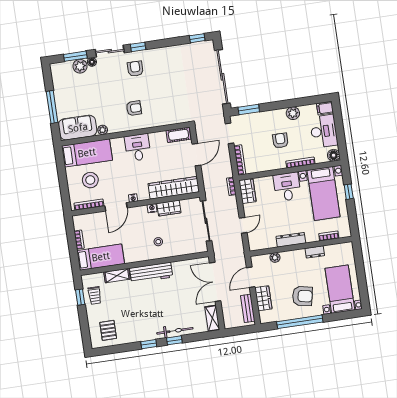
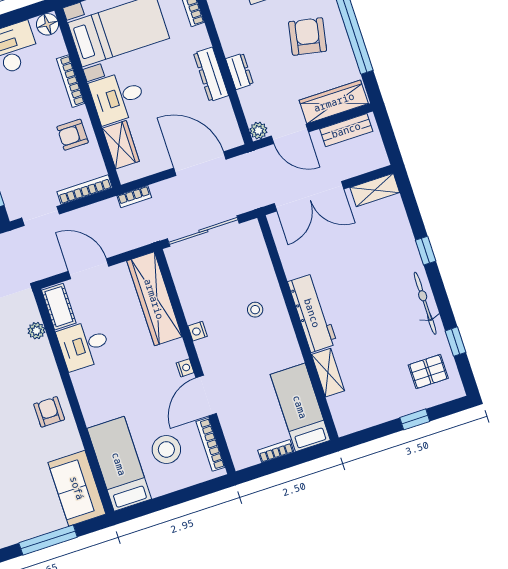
armchair: (134, 108) -> (49, 412), moved
plant: (103, 130) -> (36, 331), moved
armchair: (280, 141) -> (73, 135), moved
desk: (138, 147) -> (84, 345), moved
wardrobe: (248, 191) -> (121, 145), moved, turned 90
door: (116, 207) -> (206, 396), swing flipped
wardrobe: (169, 208) -> (192, 301), removed
door: (243, 225) -> (200, 164), width x1.87
dresser: (315, 252) -> (239, 71), moved
plant: (275, 258) -> (258, 131), moved
trolley: (95, 295) -> (370, 406), removed
window: (80, 297) -> (415, 419), moved
wardrobe: (263, 298) -> (334, 102), width x1.50
bicycle: (175, 331) -> (425, 303), moved
window: (149, 344) -> (456, 342), moved

